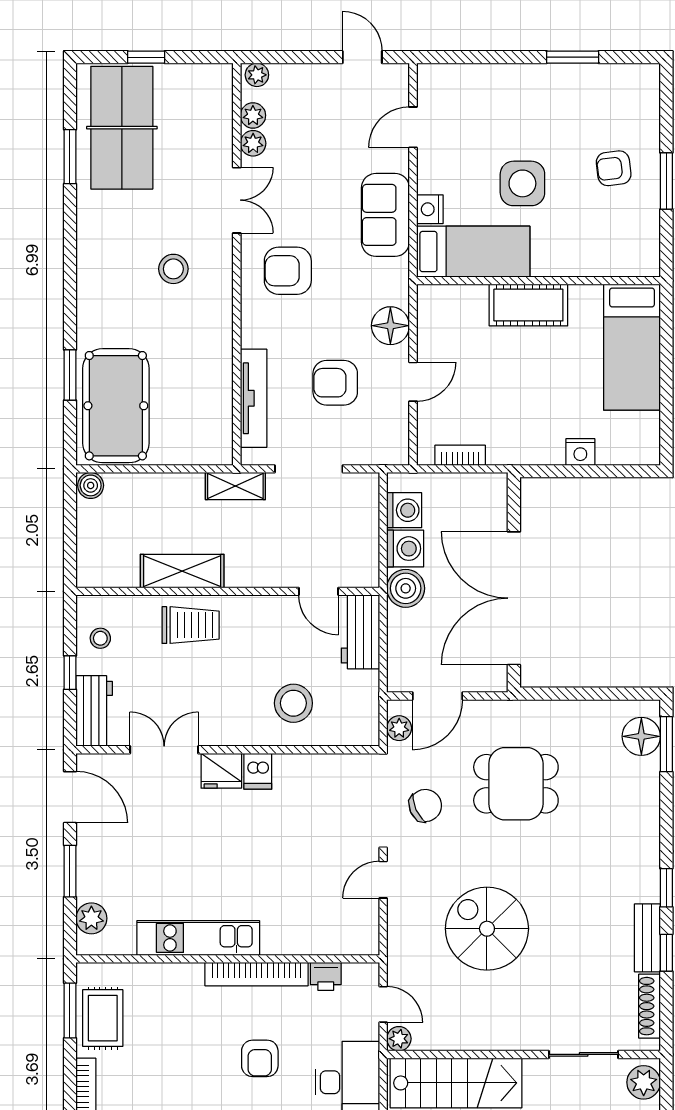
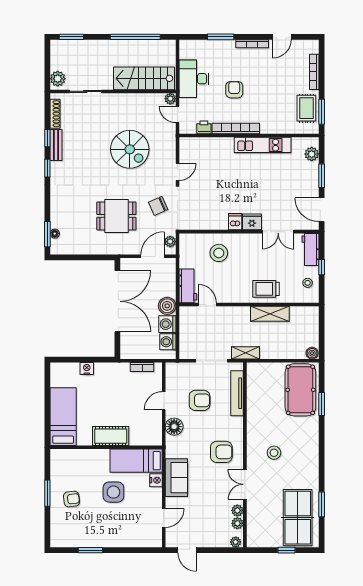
floor lamp: (641, 736) -> (55, 234), width x0.53, depth x0.53

